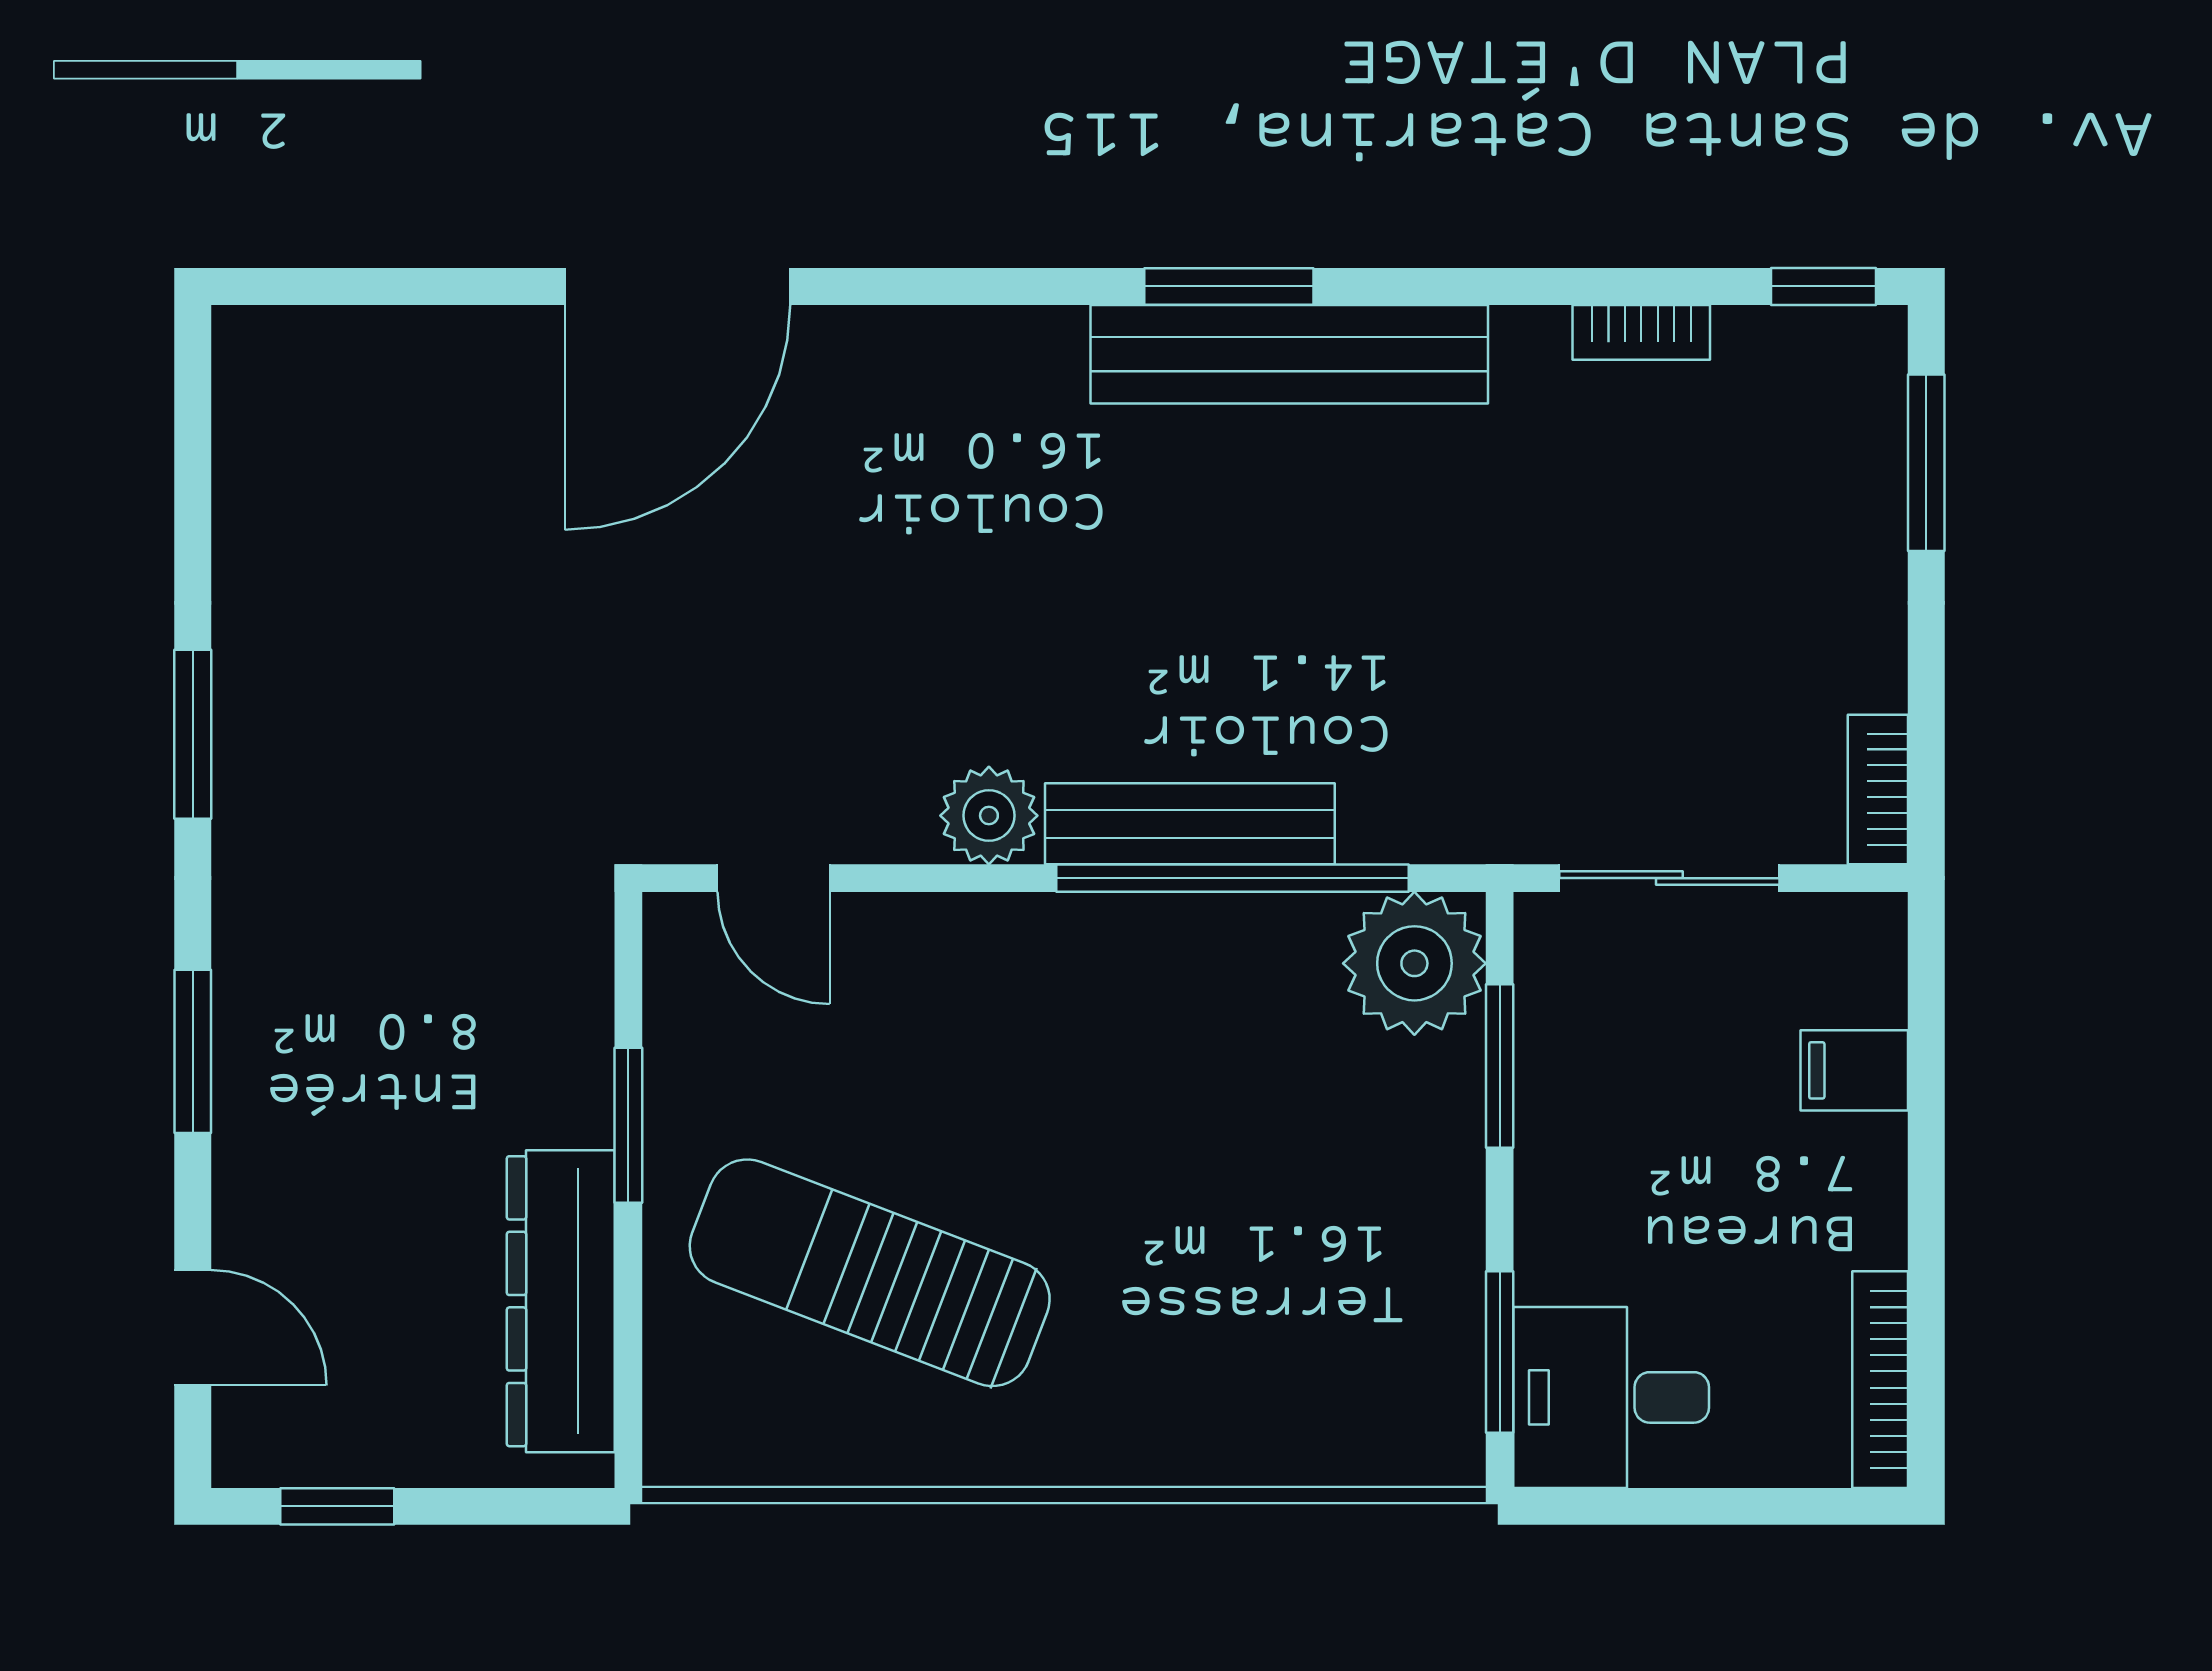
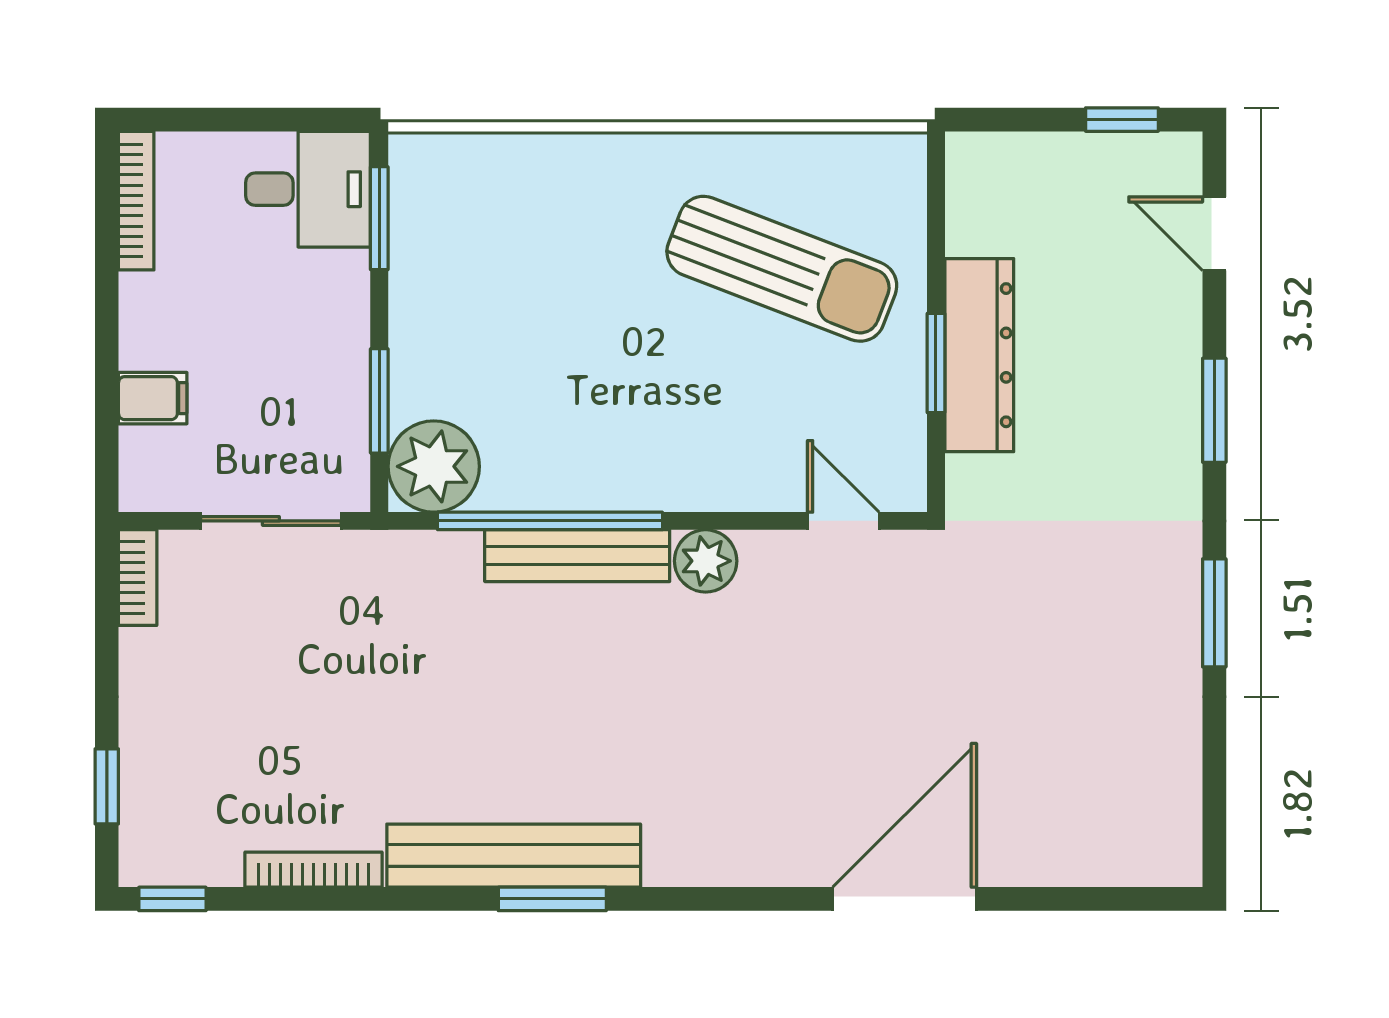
bookcase: (1641, 332) -> (314, 870), width x1.56
window: (1926, 463) -> (107, 786), width x0.67
dresser: (561, 1301) -> (979, 355), moved

